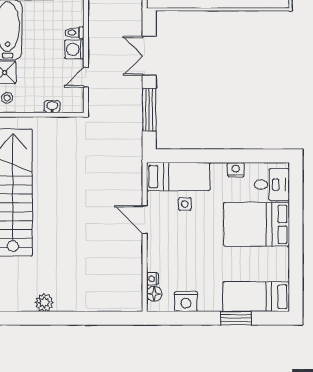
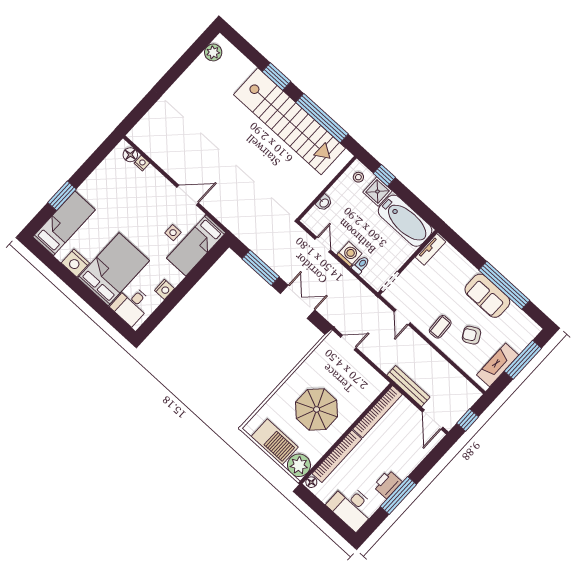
nightstand: (186, 302) -> (75, 263), moved, turned -90
plant: (44, 303) -> (213, 52), moved

